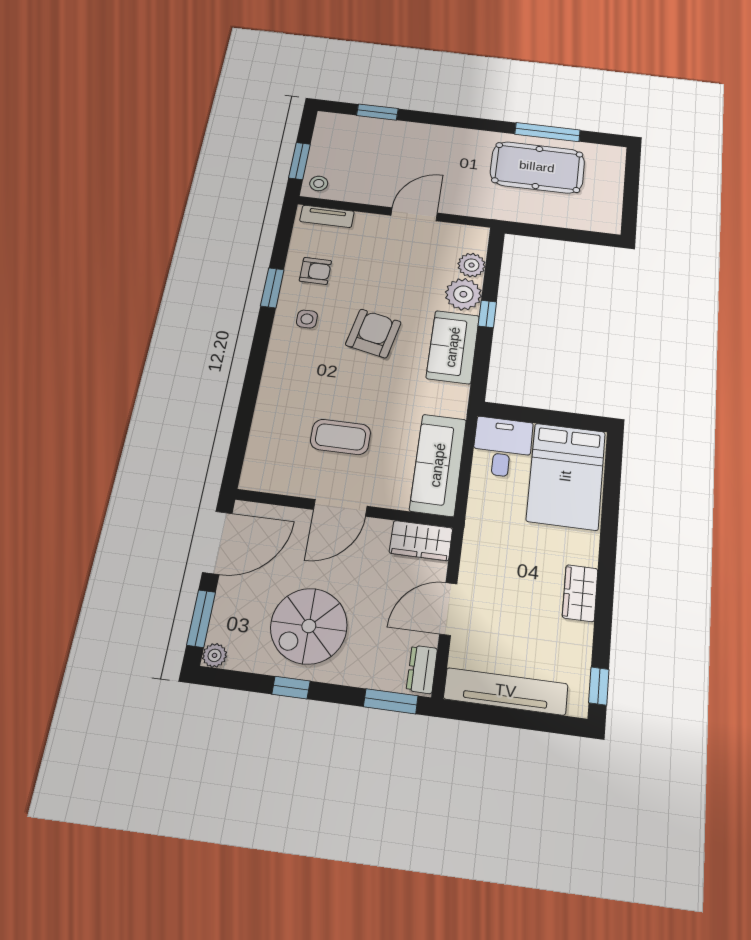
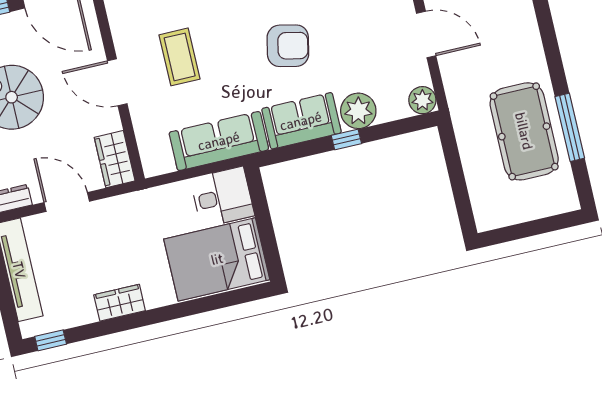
plant: (472, 265) -> (422, 100), moved
sofa: (438, 465) -> (219, 141), moved

